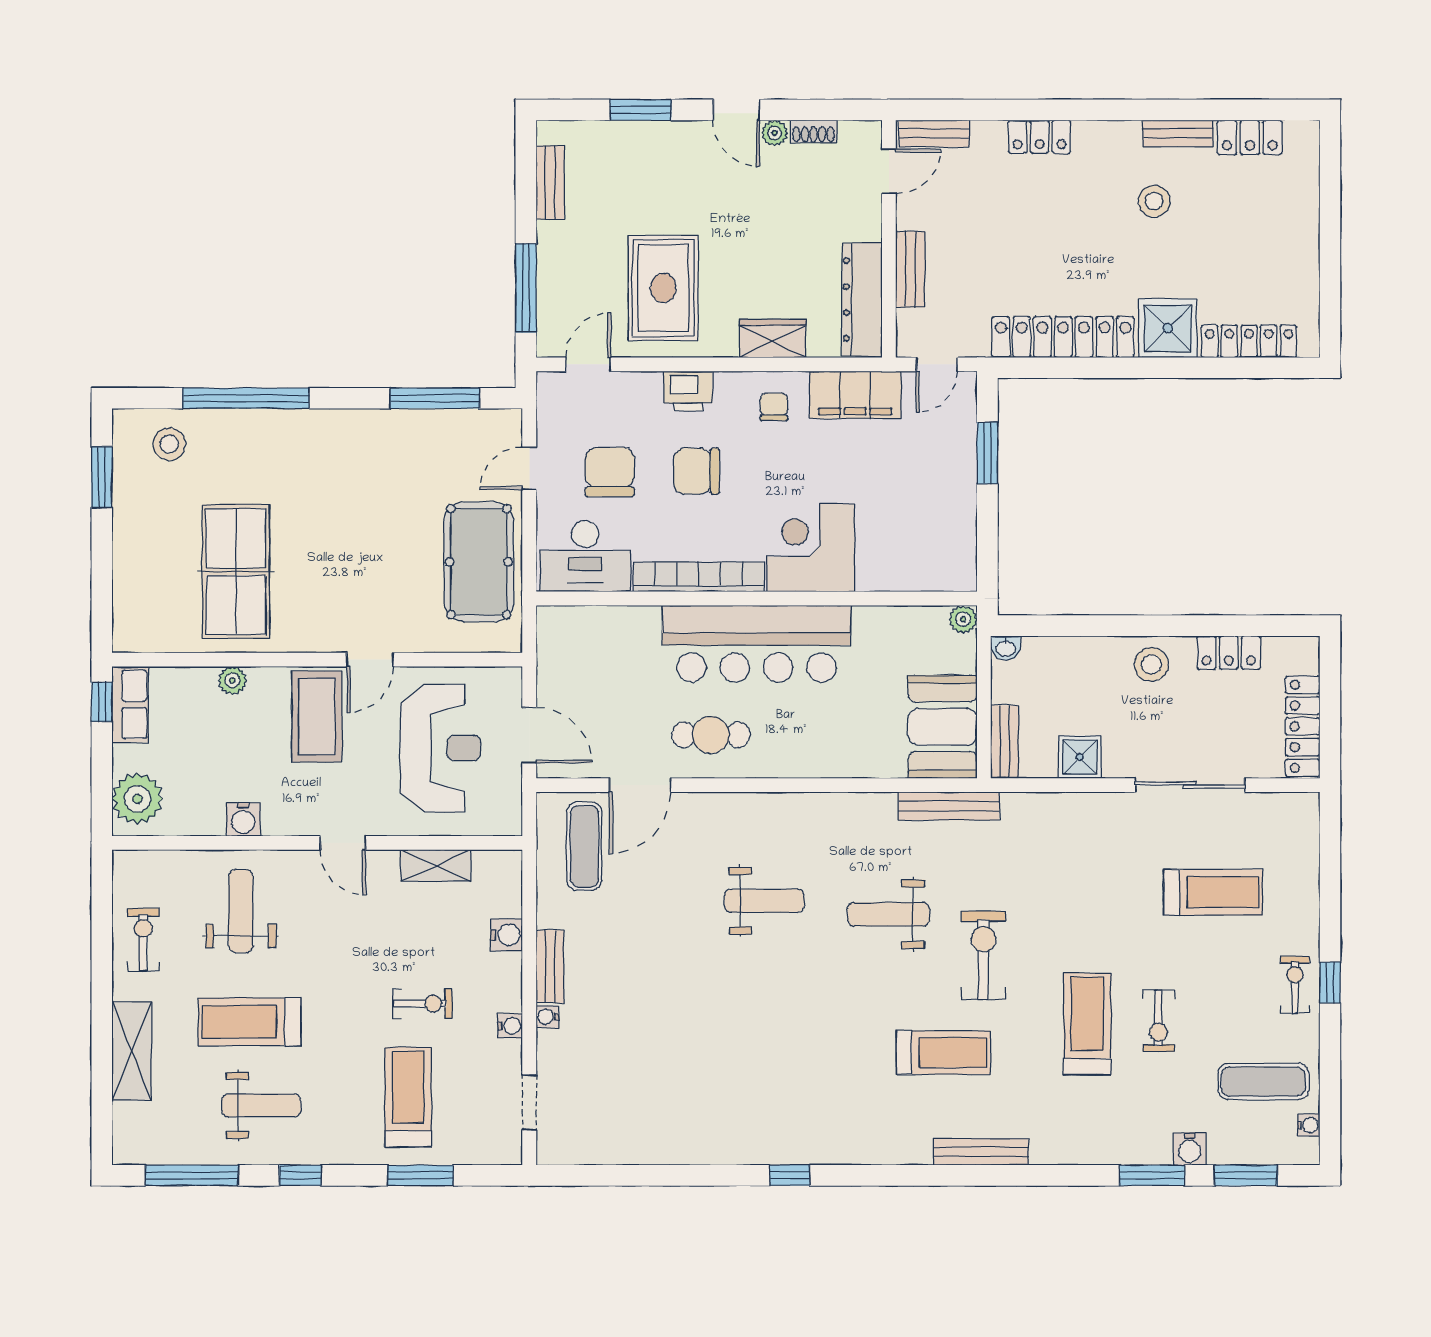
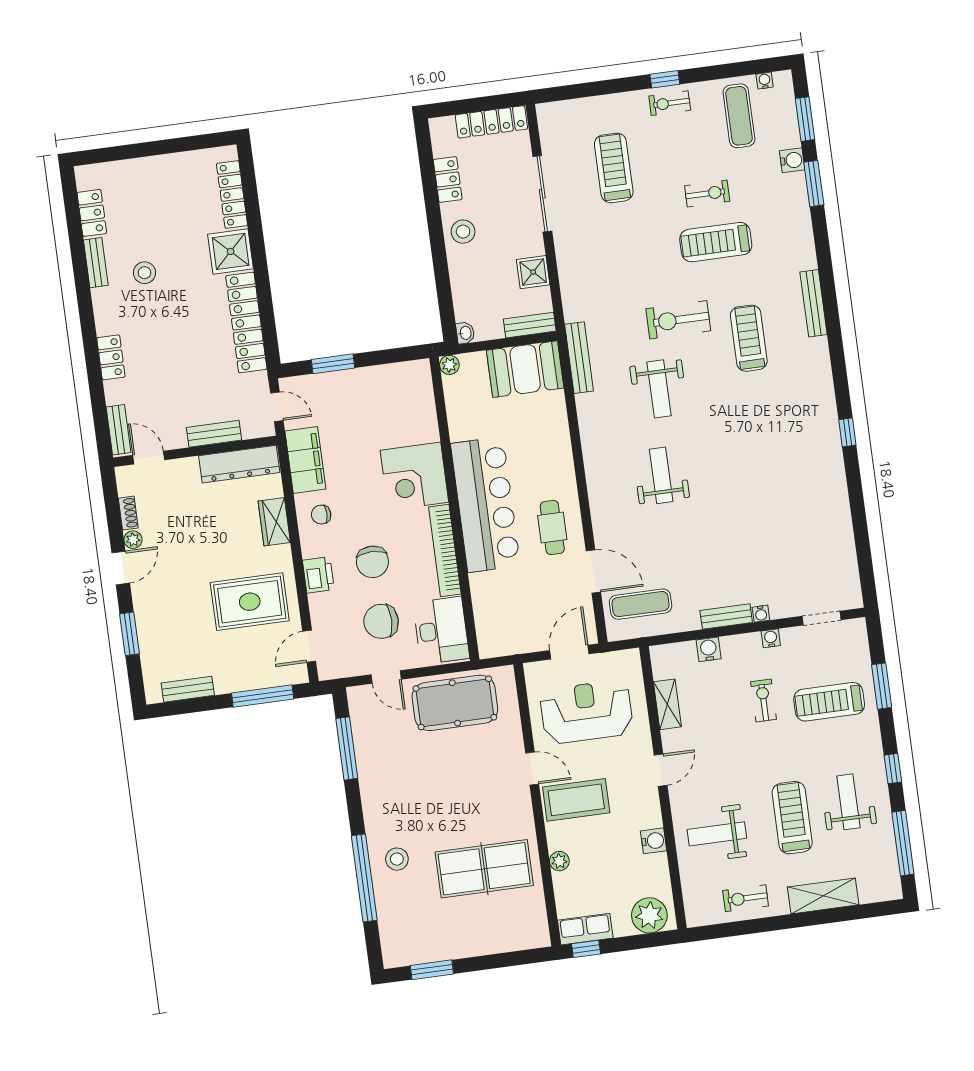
door: (588, 364) -> (309, 646), hinge flipped
stool: (169, 444) -> (397, 859), moved
treadmill: (250, 1022) -> (792, 818), turned 180

